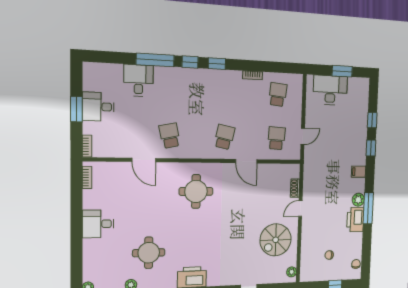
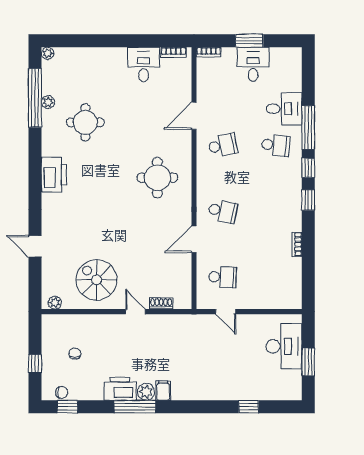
school desk: (278, 95) -> (276, 145), moved
window: (371, 148) -> (67, 407), moved
filing cabinet: (359, 172) -> (163, 391), moved
desk: (98, 224) -> (144, 65), moved

